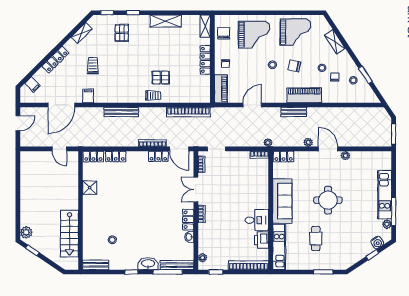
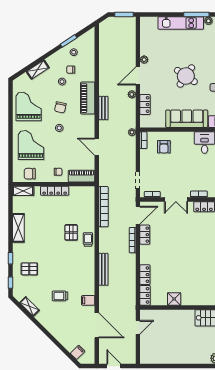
locker: (55, 60) -> (54, 331), removed
locker: (284, 157) -> (145, 105), moved
armchair: (252, 177) -> (164, 147), added
round table: (328, 200) -> (186, 76), turned 34

